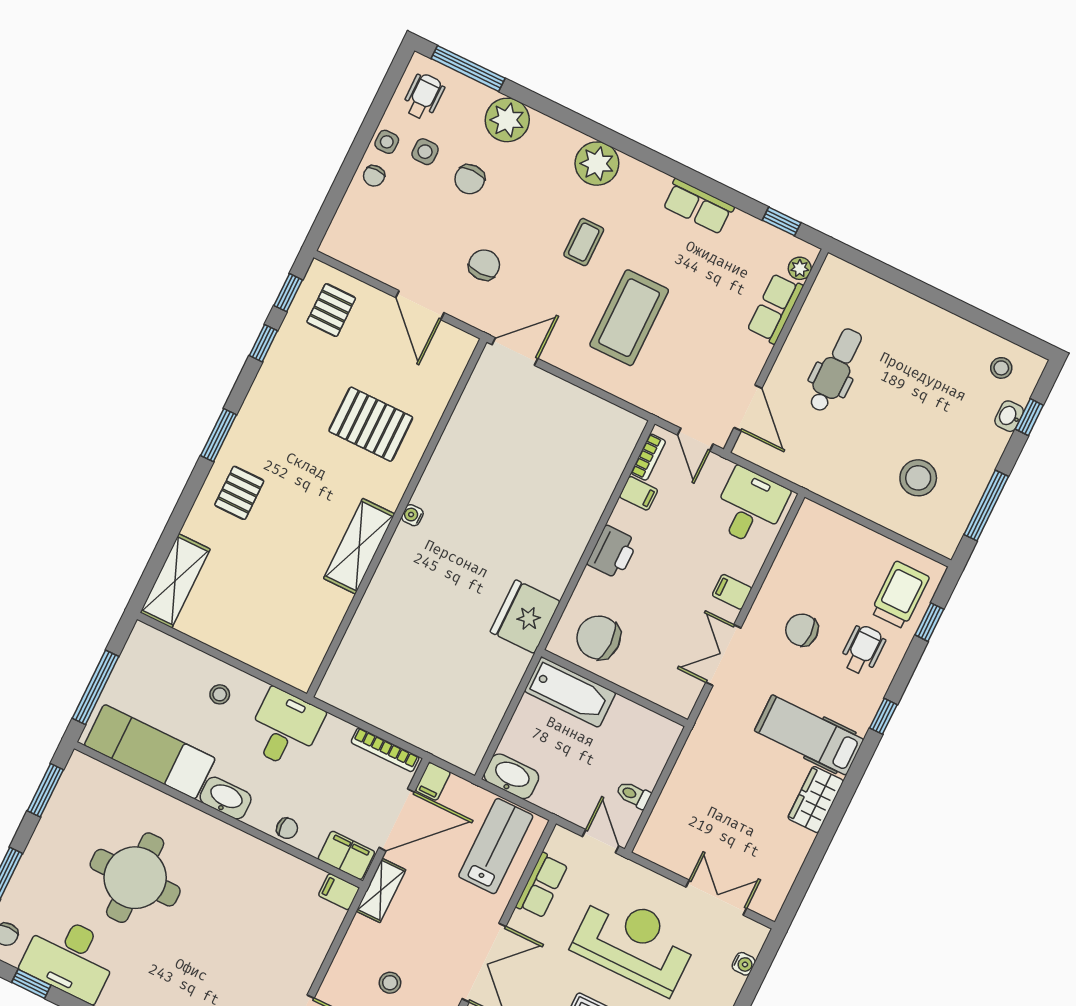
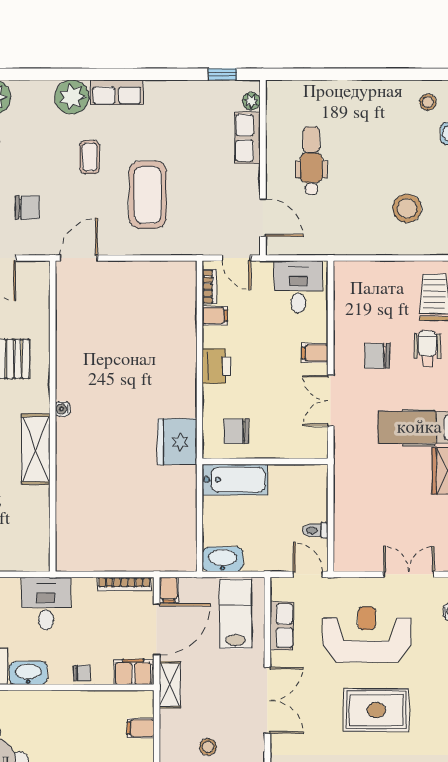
row of seats: (698, 206) -> (117, 92), moved
chair: (484, 265) -> (27, 208), turned 90
chair: (599, 638) -> (236, 431), width x0.73, depth x0.73
filing cabinet: (339, 892) -> (140, 728), moved

